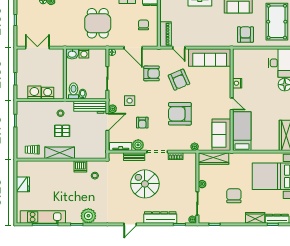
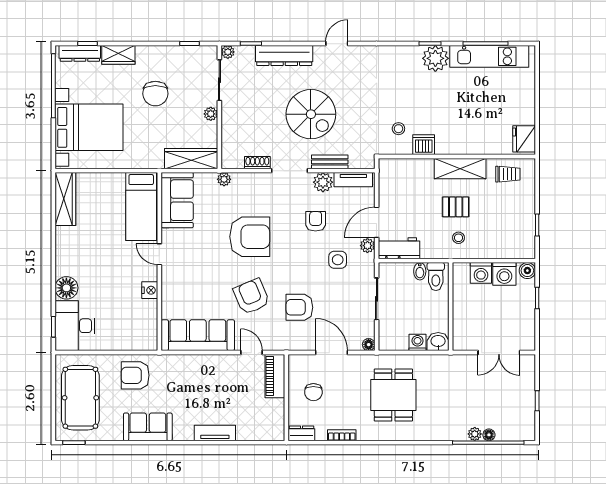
armchair: (245, 34) -> (135, 375), turned 90
boiler: (21, 94) -> (527, 271), added
workbench: (90, 107) -> (399, 248), width x0.73
fridge: (23, 184) -> (524, 139), moved
plant: (88, 216) -> (435, 58), moved

